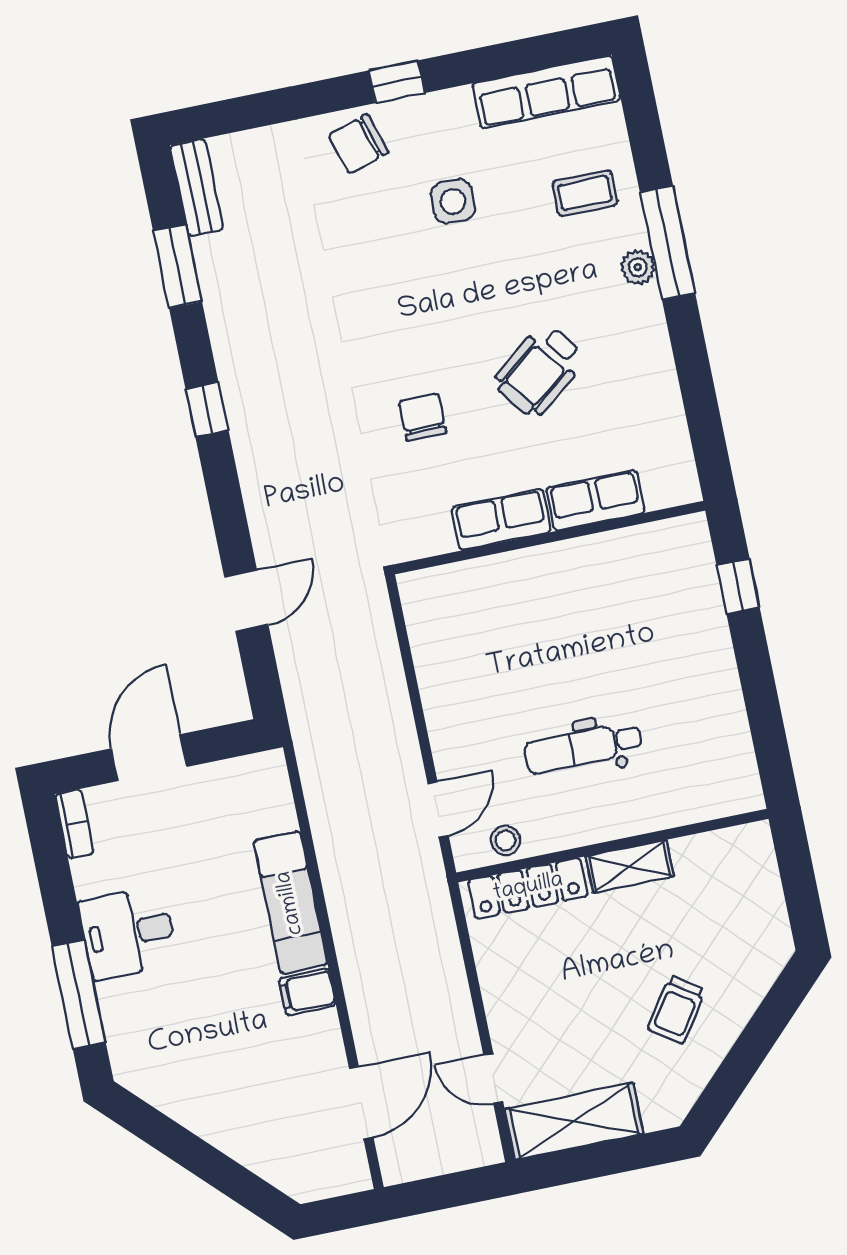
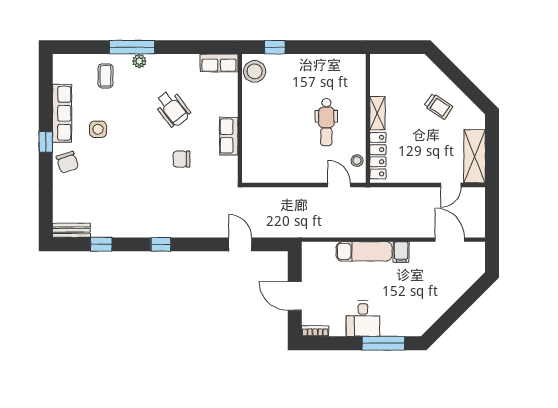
row of seats: (547, 92) -> (62, 113), moved
window: (178, 266) -> (101, 244), width x0.67
row of seats: (595, 500) -> (219, 63), moved, turned -90
stool: (670, 550) -> (255, 71), added

